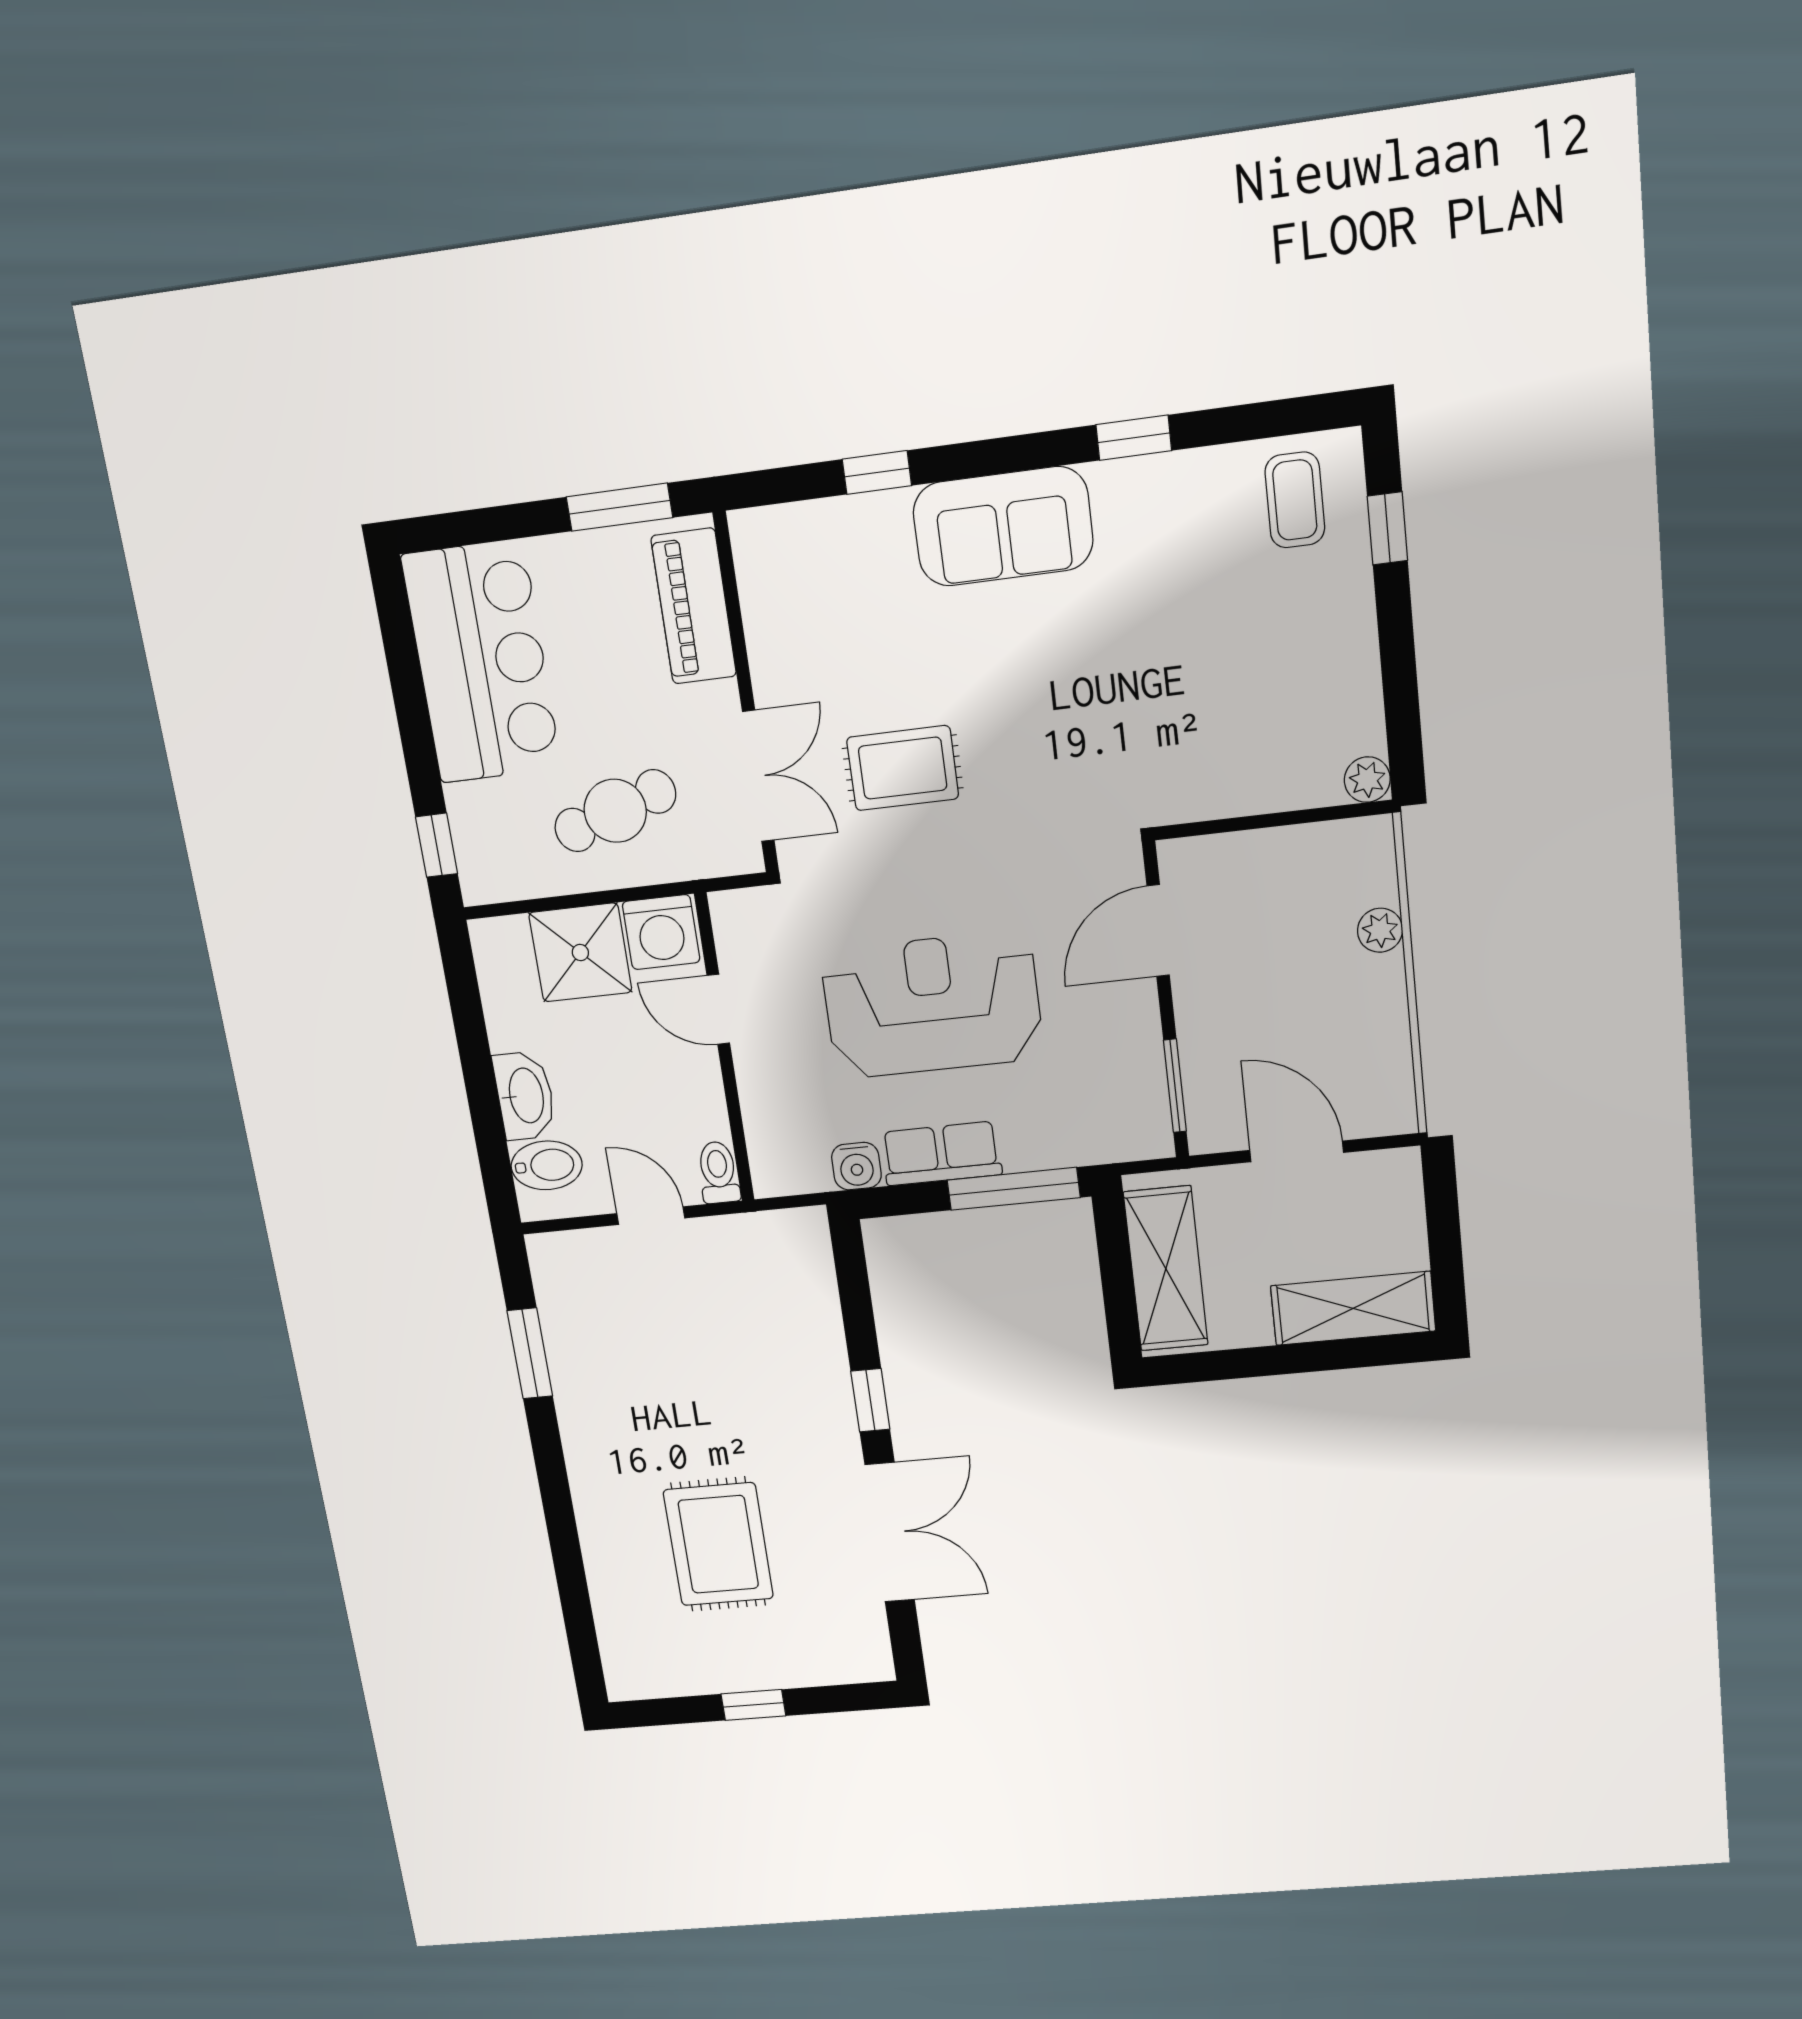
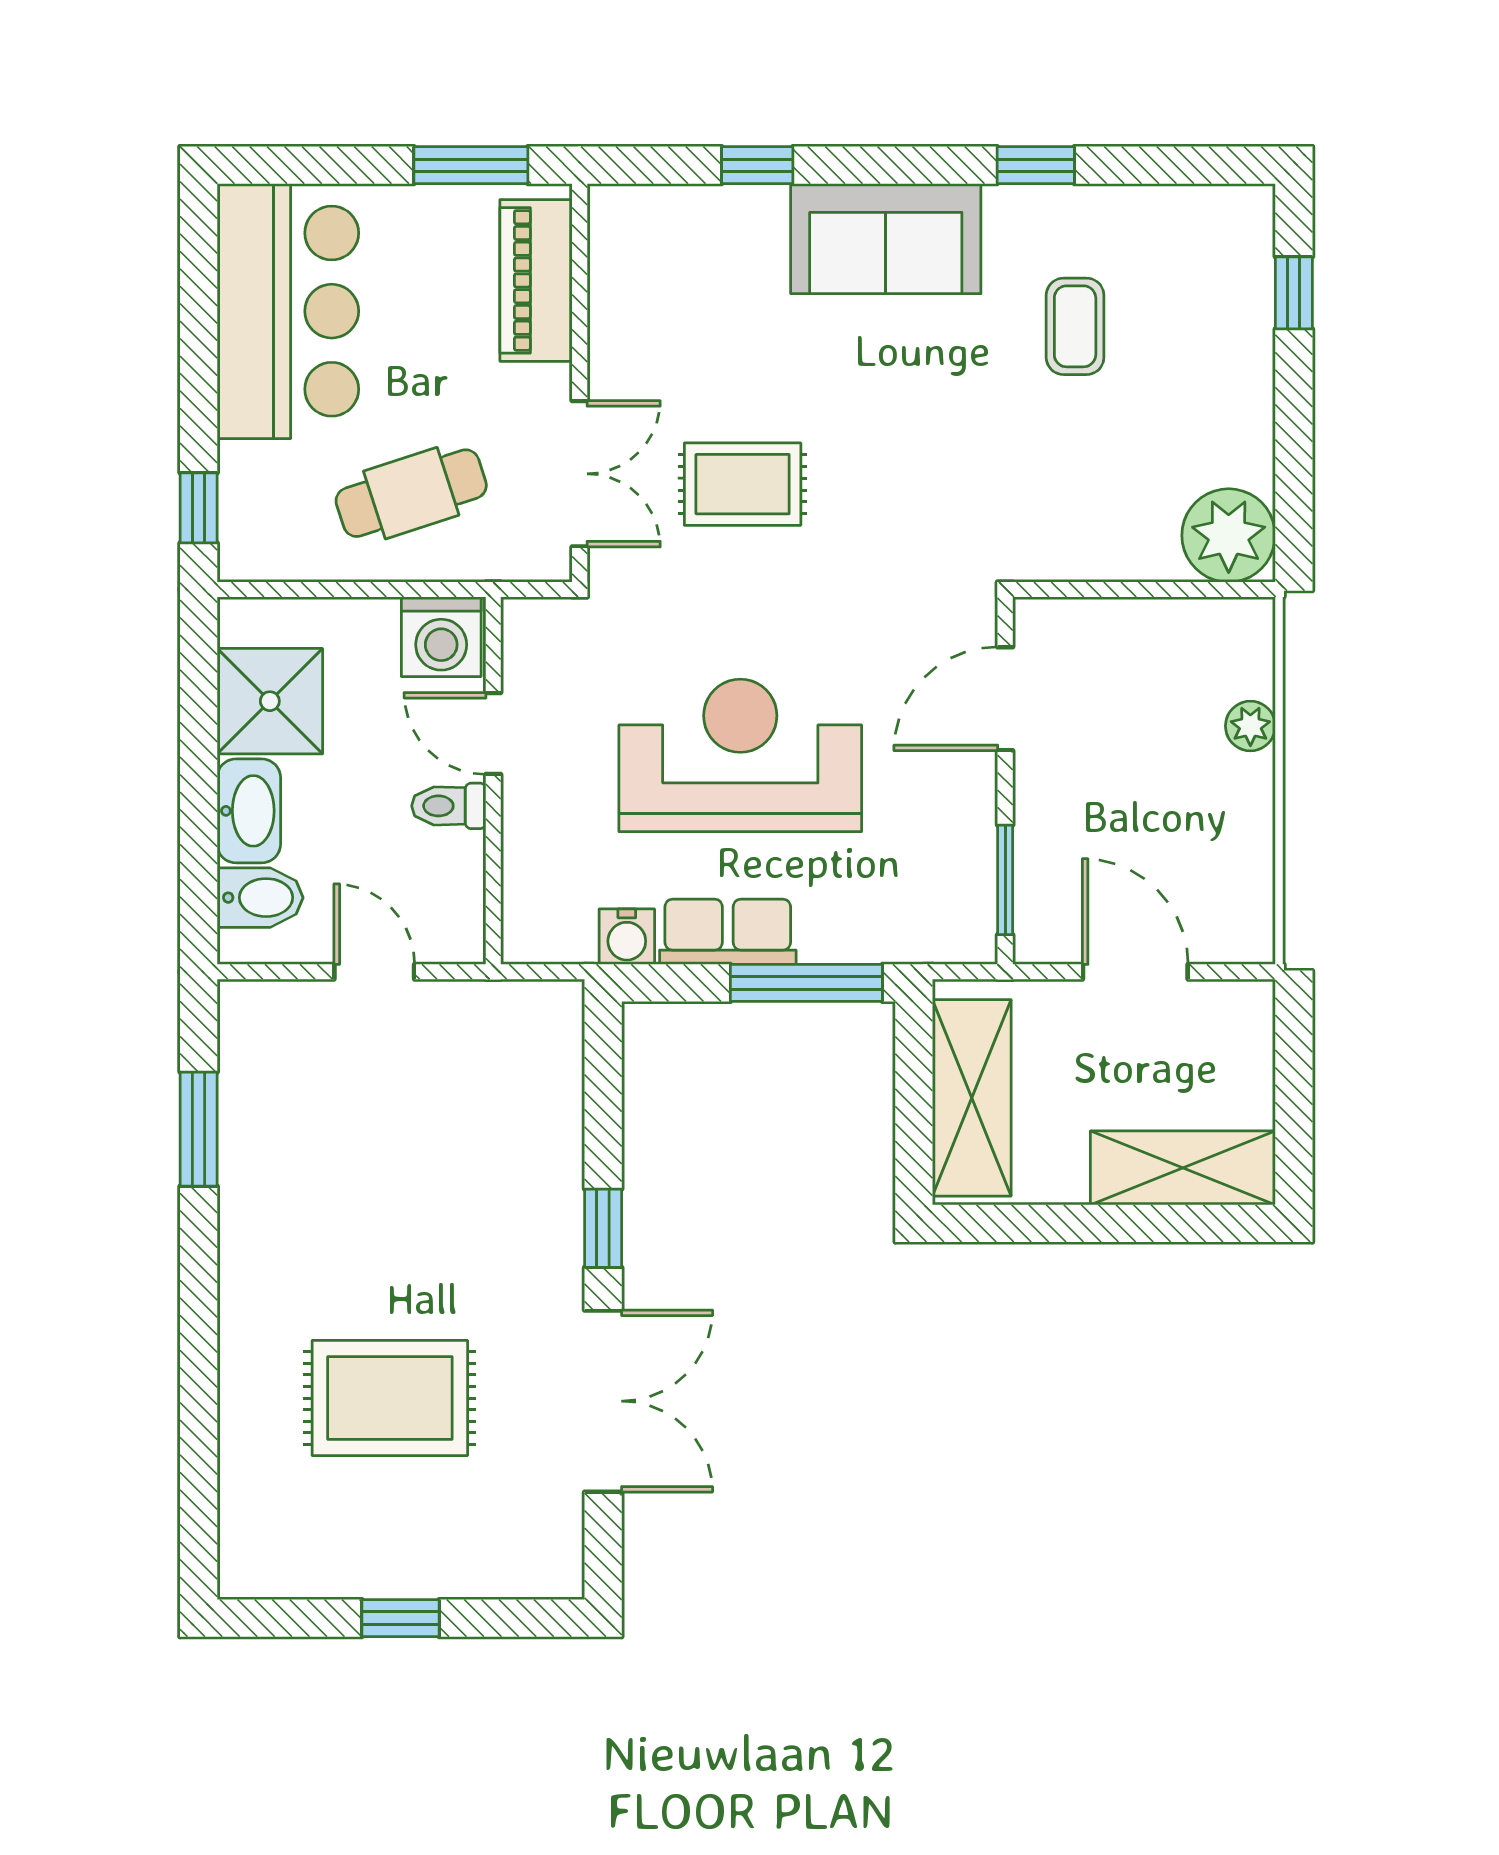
coffee table: (1295, 500) -> (1075, 326), moved
plant: (1367, 780) -> (1229, 535), width x1.88, depth x1.88
shower: (580, 953) -> (270, 701), moved
toilet: (718, 1172) -> (449, 806), moved, turned -90
rug: (718, 1544) -> (390, 1398), turned 90

